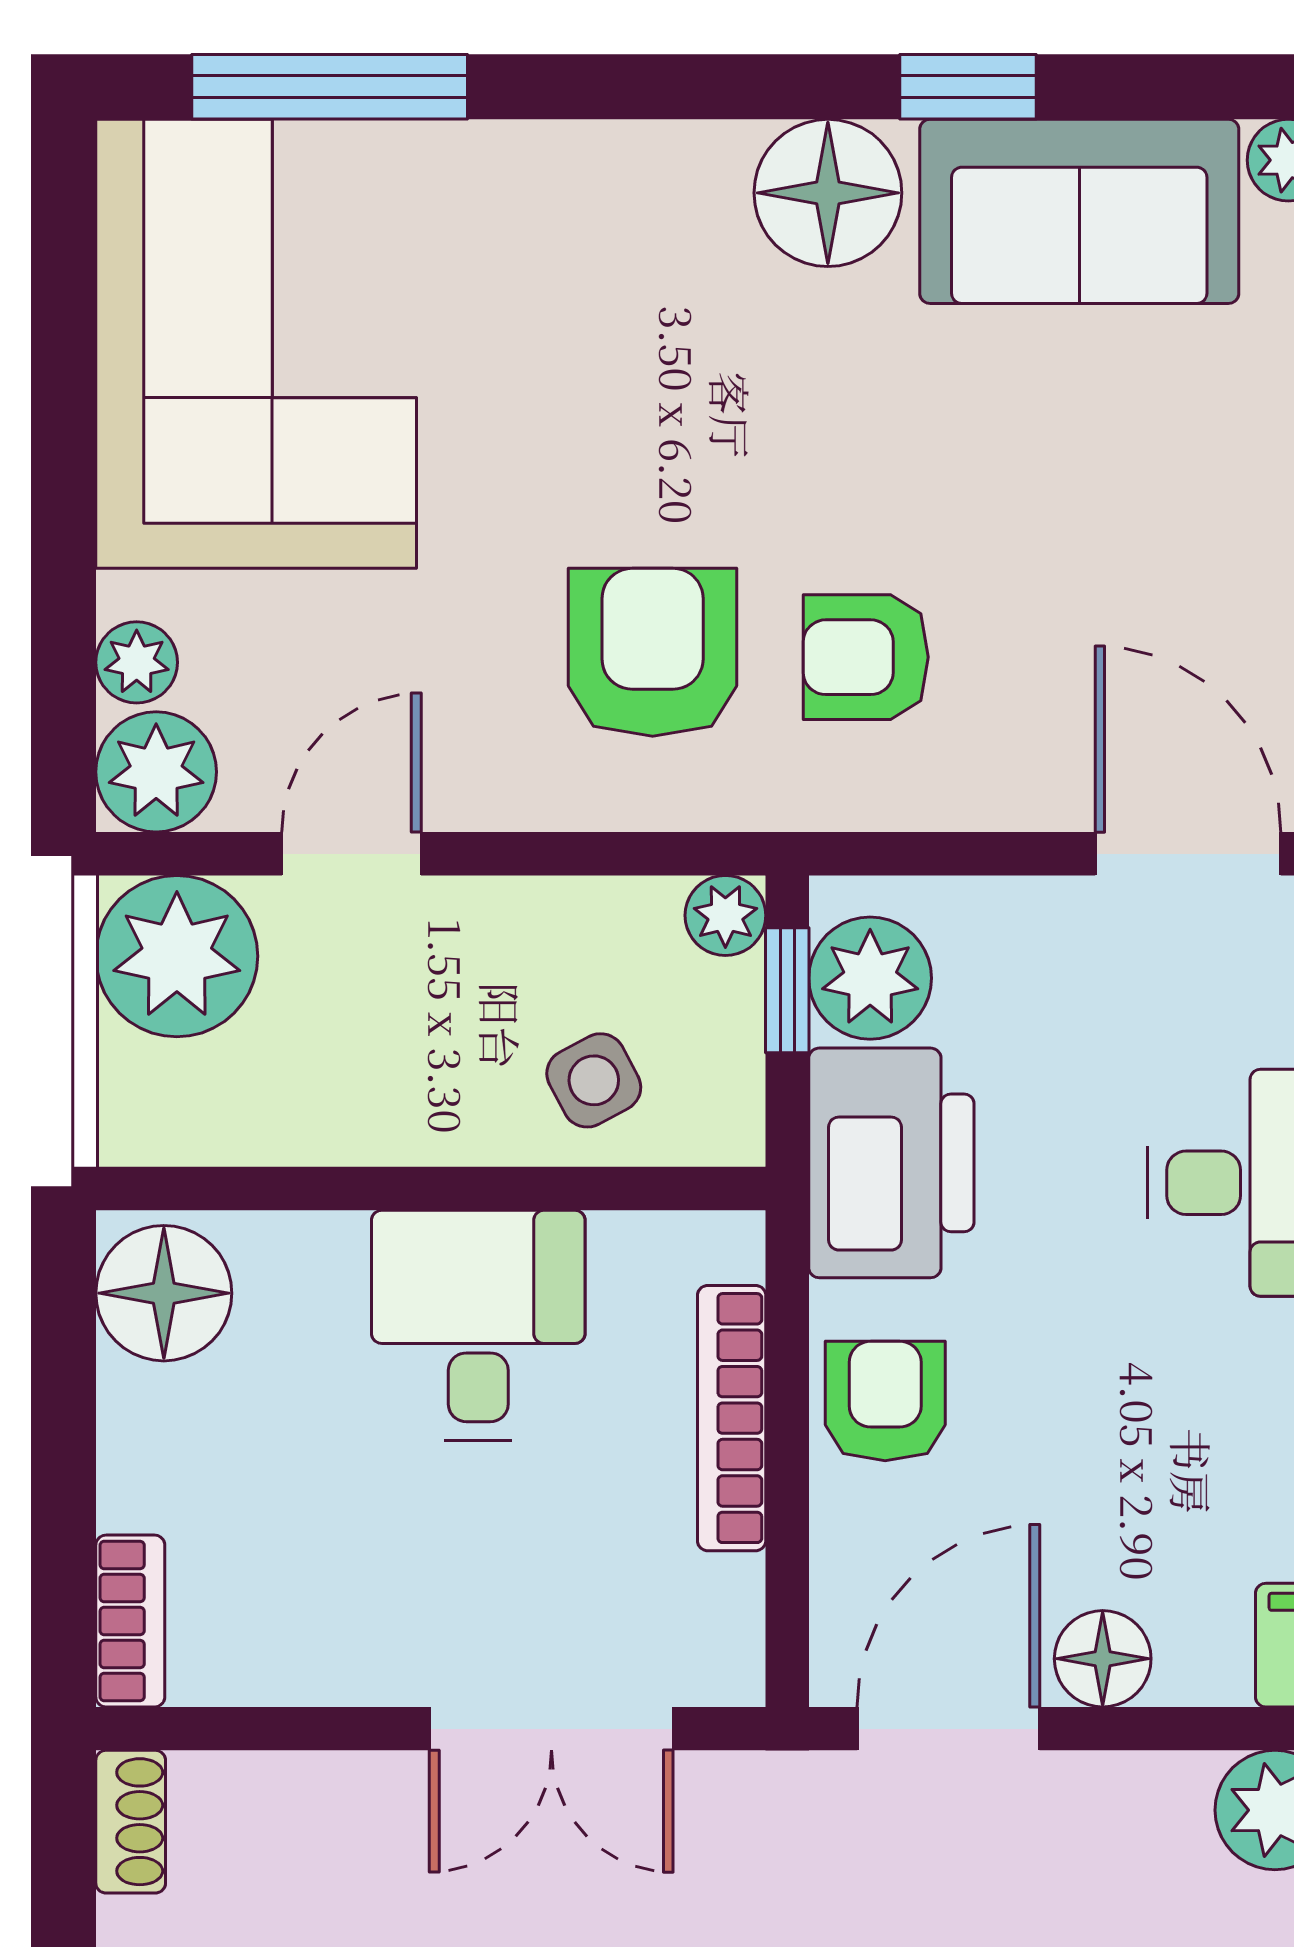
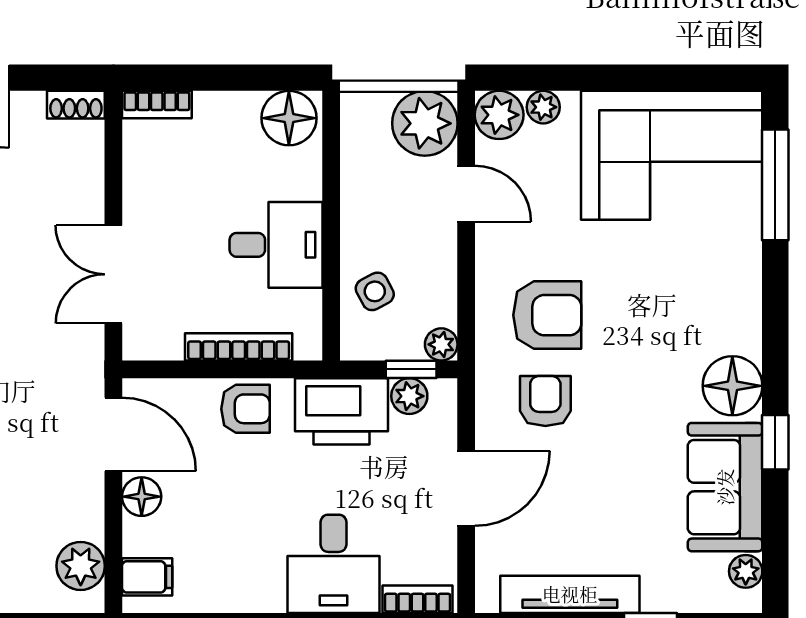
door: (1188, 854) -> (466, 488), moved
plant: (870, 978) -> (409, 396), width x0.73, depth x0.73

